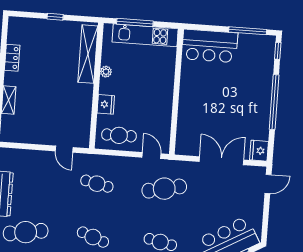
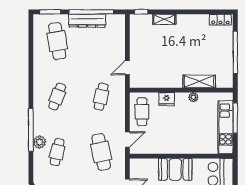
window: (55, 17) -> (235, 52), width x3.17
shelving: (88, 54) -> (199, 81), width x0.68
locker: (12, 58) -> (220, 20), moved
booth: (192, 100) -> (175, 169), added

